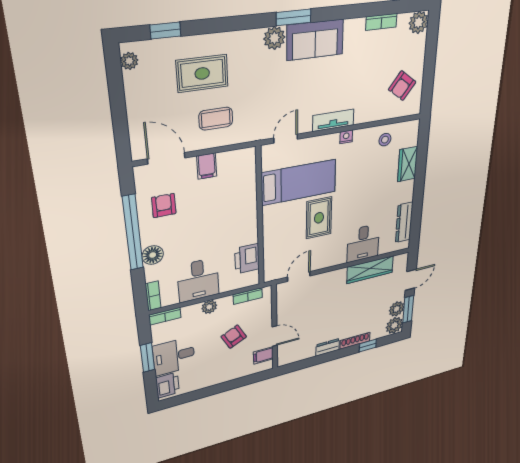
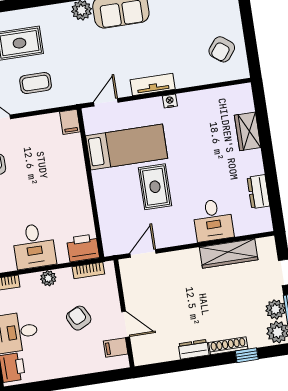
stool: (385, 140) -> (214, 104), removed
filing cabinet: (207, 166) -> (70, 122), moved
dresser: (404, 222) -> (258, 192), width x0.70
printer: (247, 259) -> (83, 248), moved, turned 90

